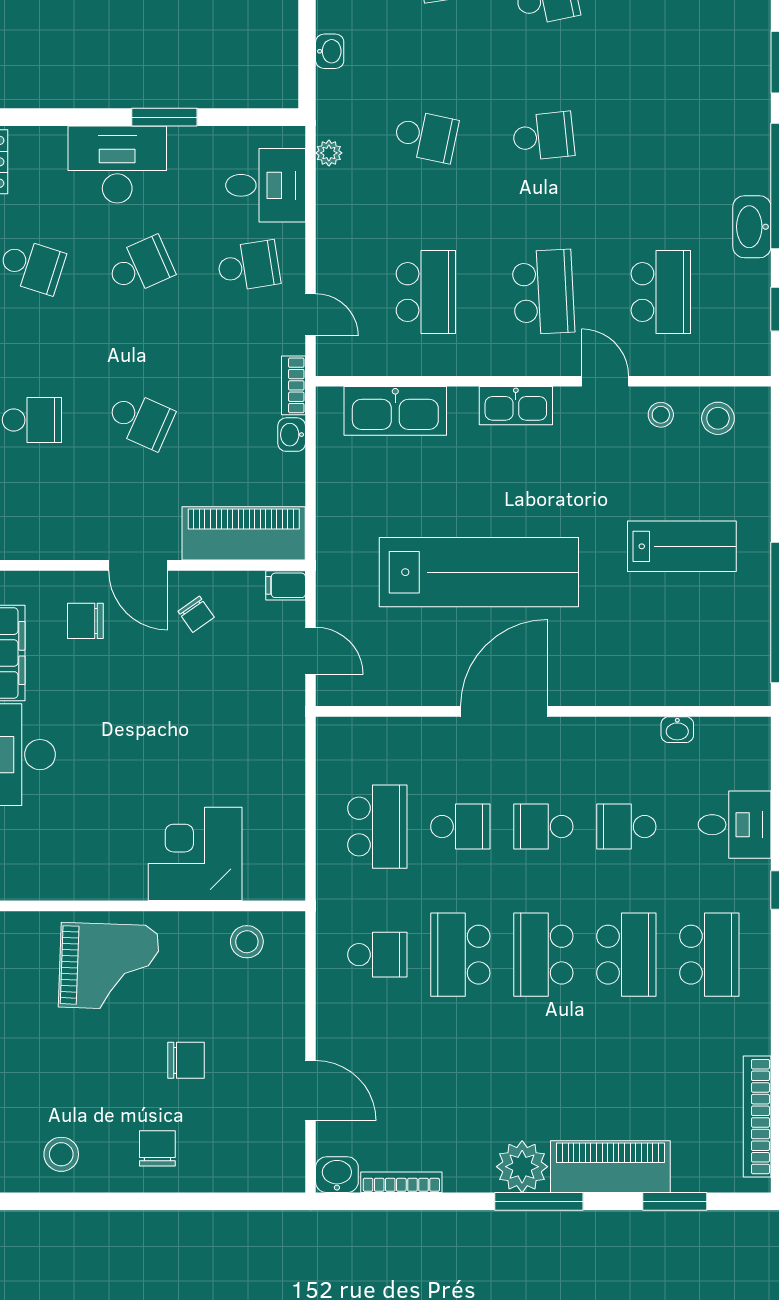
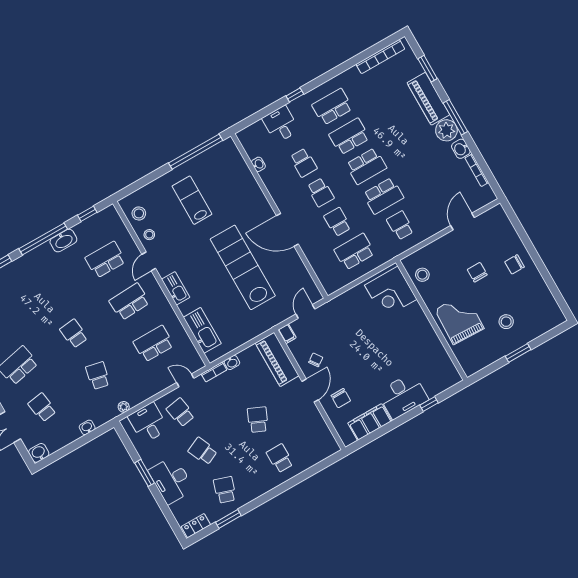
door: (310, 315) -> (185, 380), hinge flipped
corner desk: (195, 854) -> (391, 292), moved
stool: (61, 1154) -> (506, 322), moved
washbasin: (337, 1175) -> (461, 149), moved

